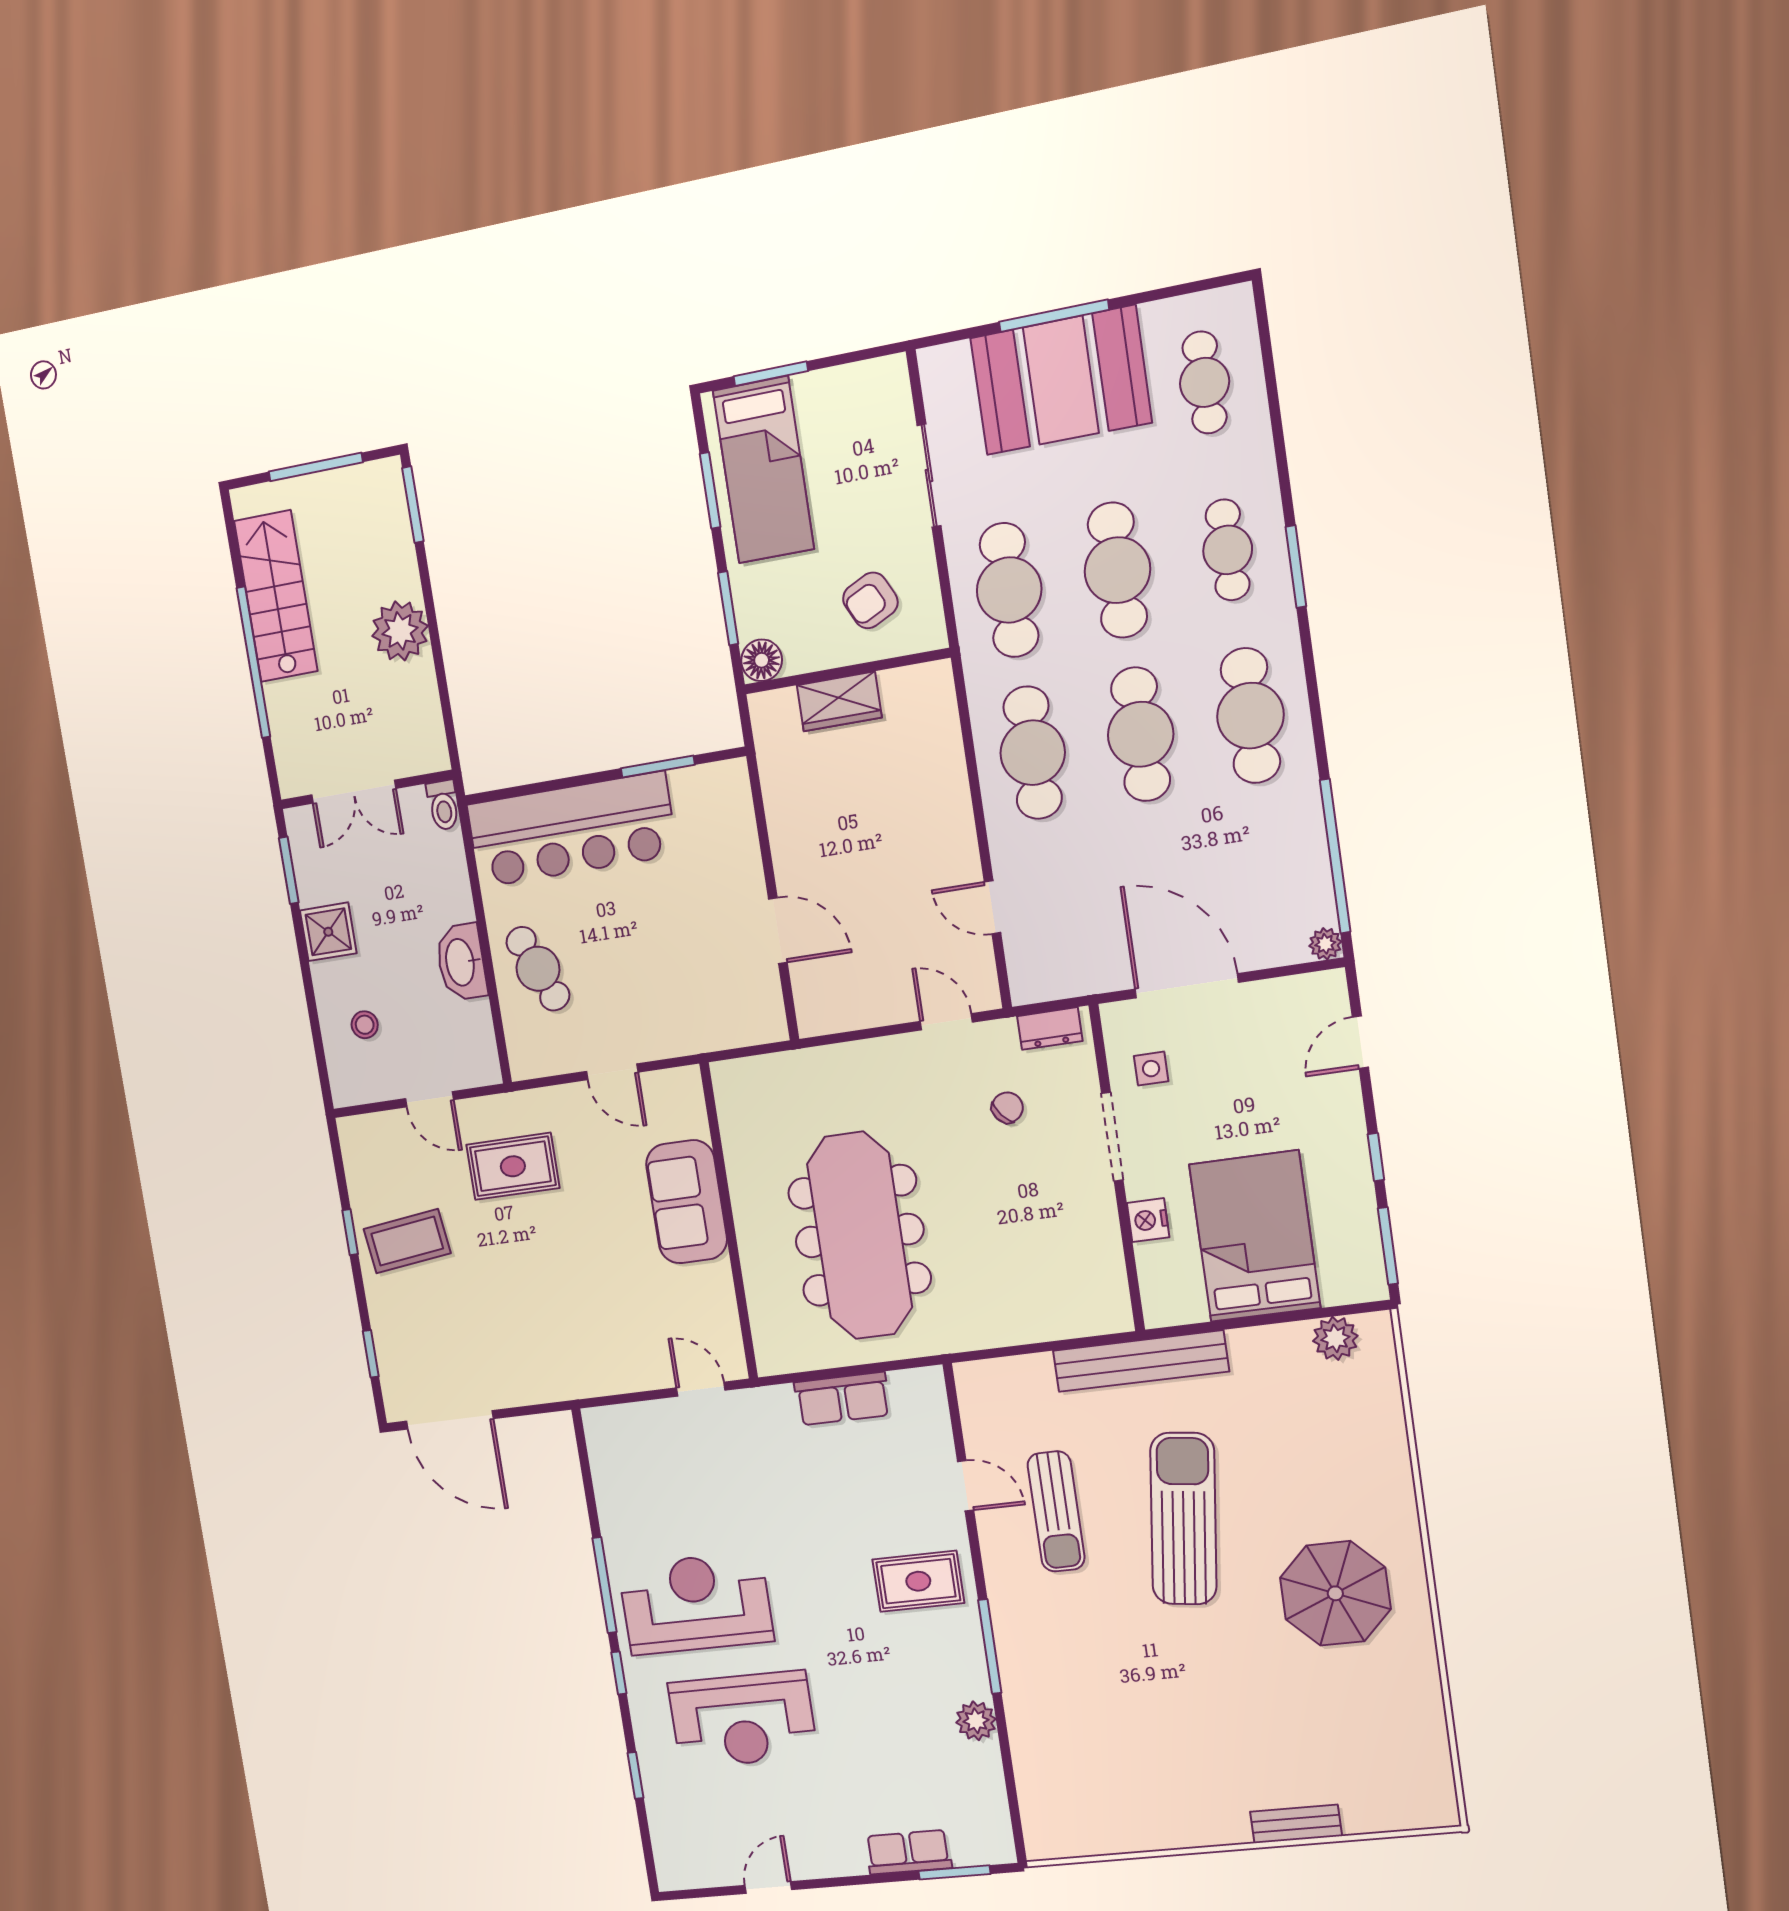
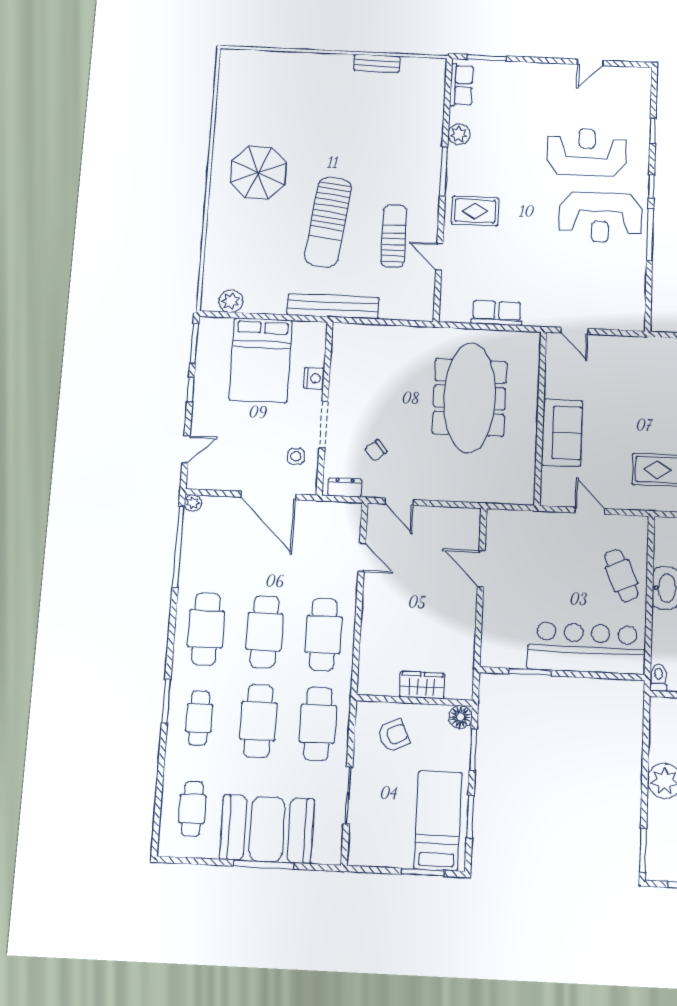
bench: (1296, 1824) -> (377, 63), moved
row of seats: (908, 1852) -> (461, 85), moved, turned -90

